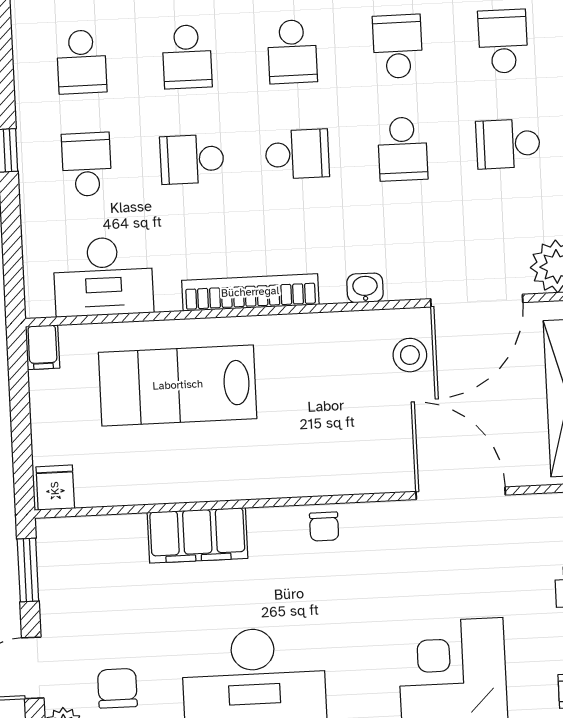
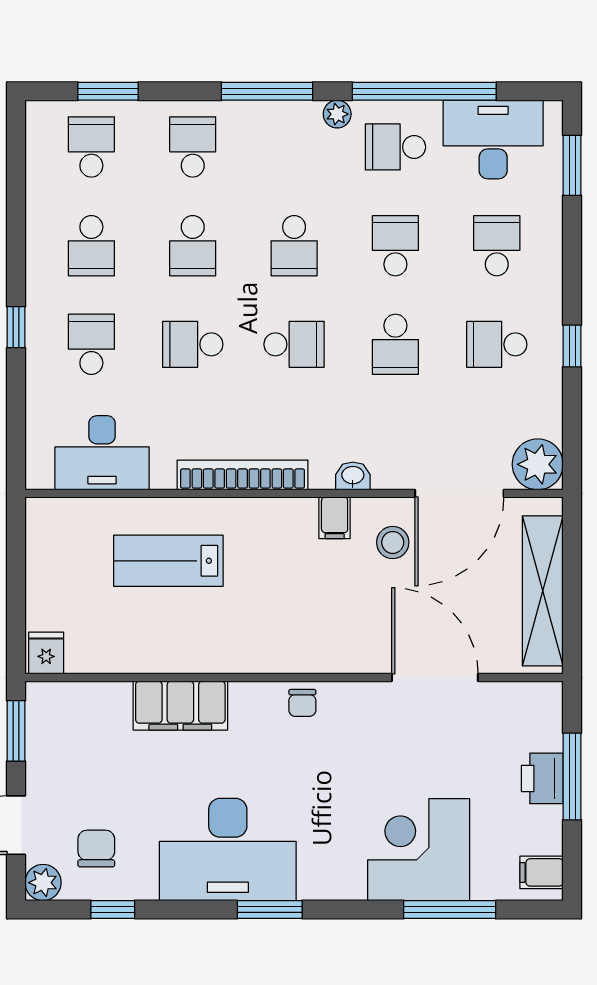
filing cabinet: (43, 347) -> (335, 518), moved
lab bench: (178, 385) -> (168, 561), width x0.73, depth x0.72

